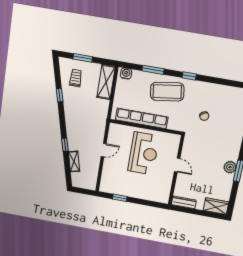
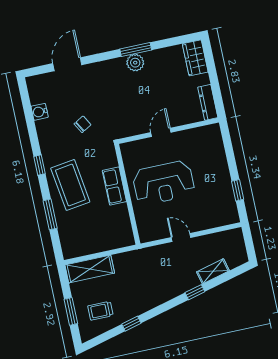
water cooler: (126, 74) -> (40, 112), moved
row of seats: (142, 118) -> (114, 186), width x0.50
reception desk: (143, 153) -> (164, 183), turned 180

